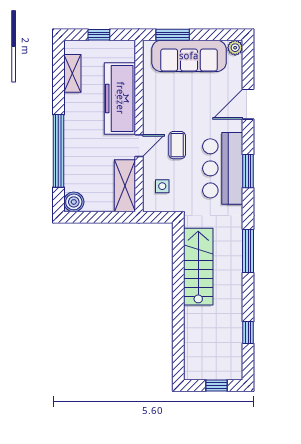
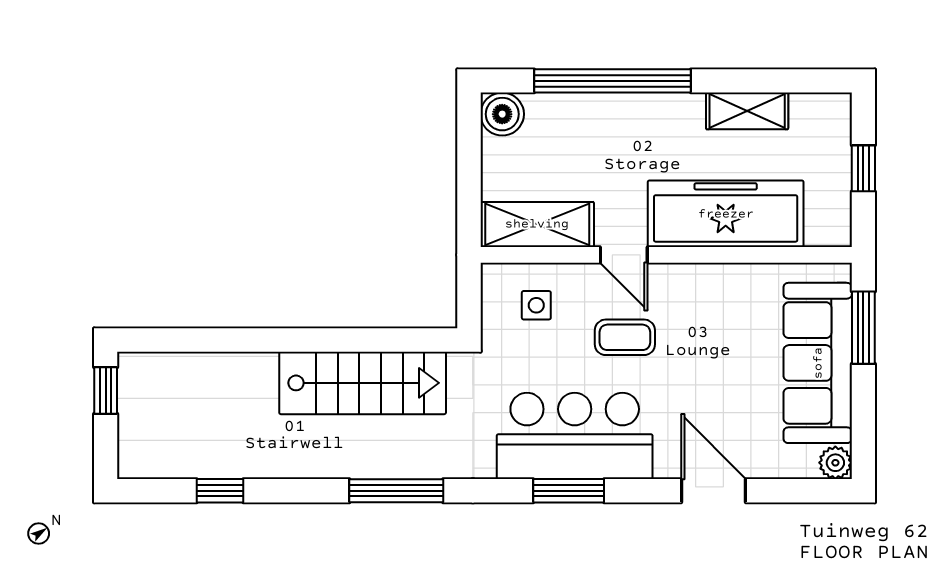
shelving: (72, 73) -> (747, 111), moved
window: (217, 385) -> (106, 391), moved

